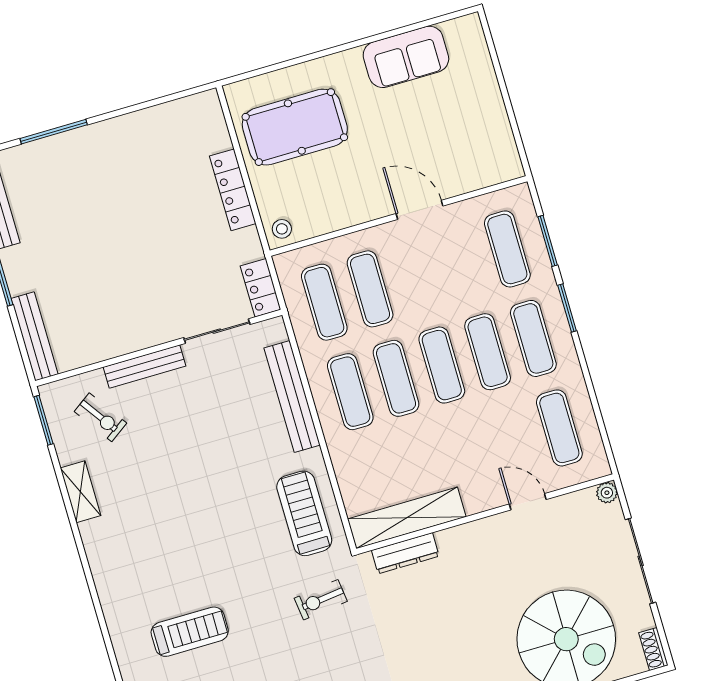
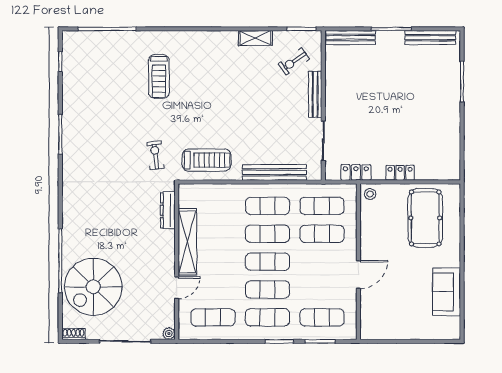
locker: (233, 190) -> (400, 173), width x0.66
locker: (261, 288) -> (356, 172), moved
shelving: (407, 518) -> (187, 242), moved

